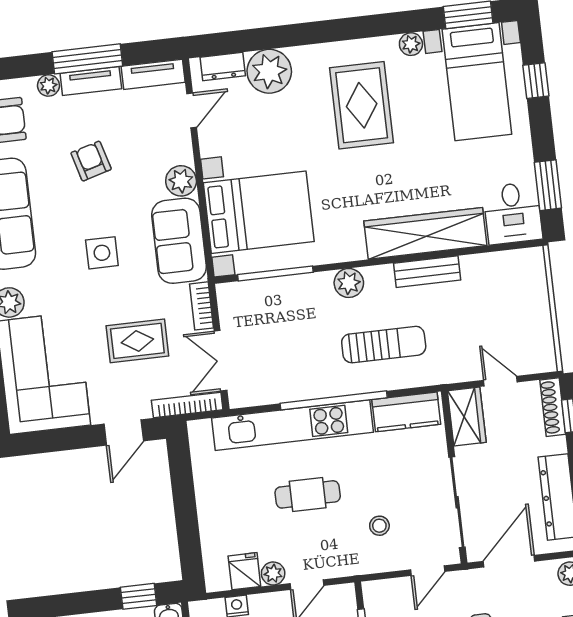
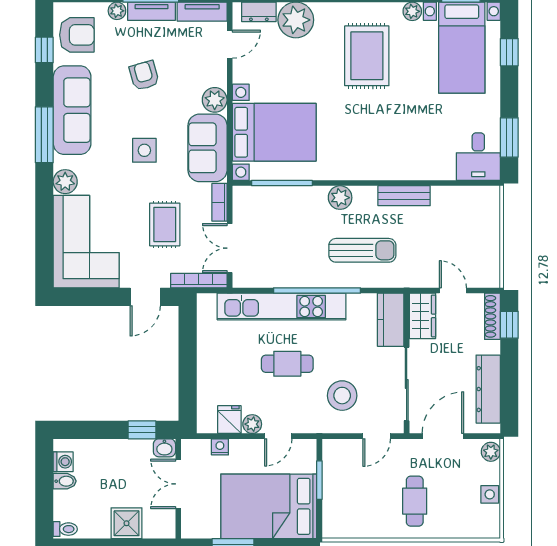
wardrobe: (425, 233) -> (406, 165), removed
rug: (137, 341) -> (165, 224), turned 90
kitchen counter: (406, 412) -> (391, 320), moved, turned 90
stool: (379, 526) -> (342, 396), width x1.89, depth x1.89

